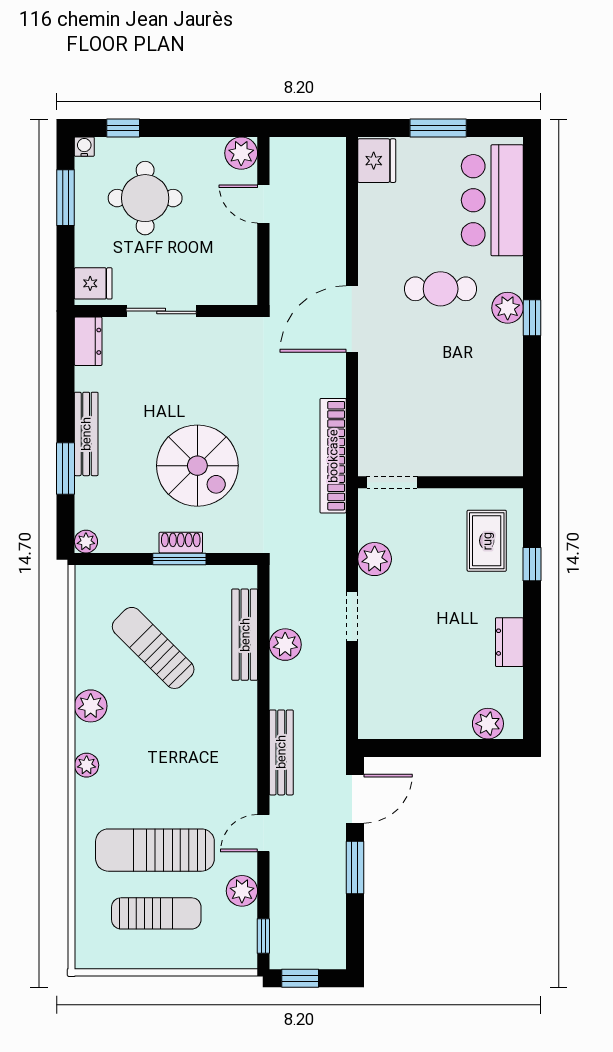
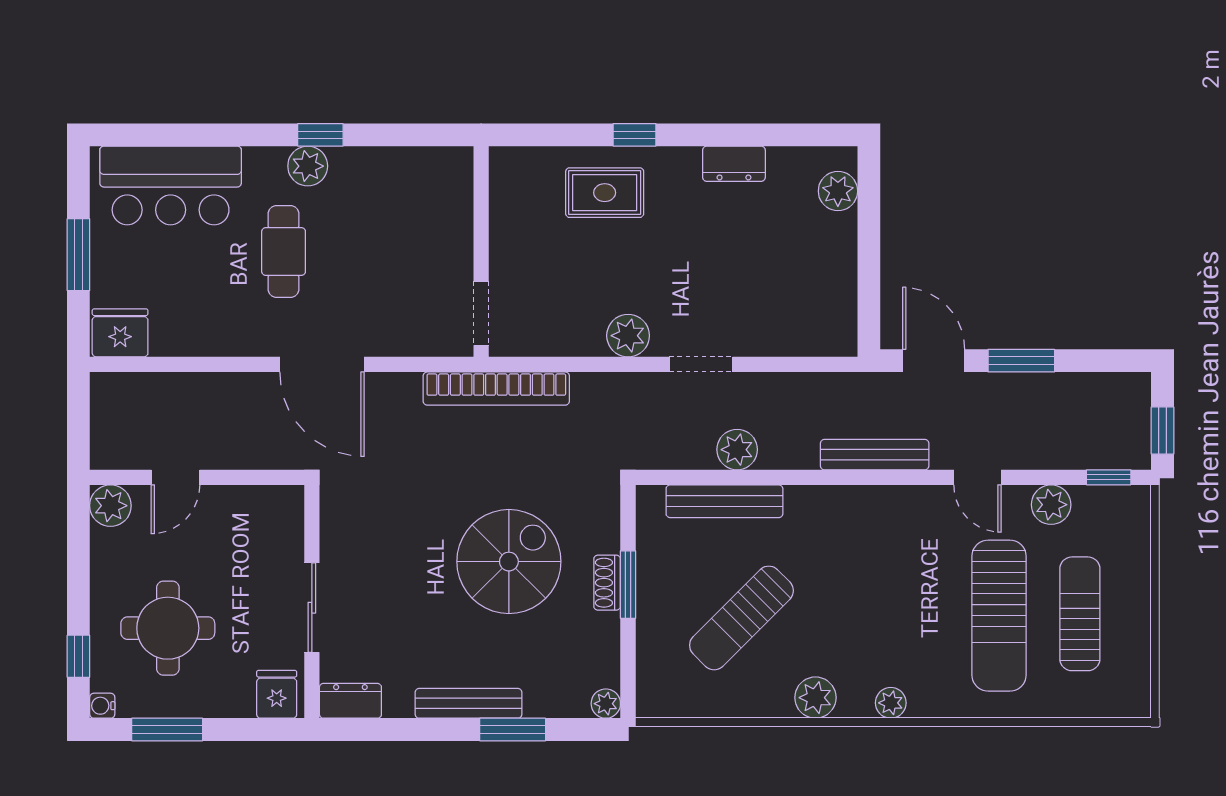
doorway: (392, 482) -> (481, 313), moved
wall: (441, 482) -> (481, 251), moved

